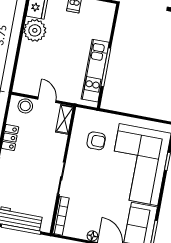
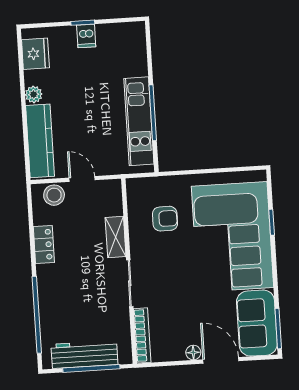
plant: (35, 30) -> (34, 94), width x0.53, depth x0.53
kitchen counter: (25, 67) -> (40, 141), added
shelving: (64, 119) -> (116, 237), moved

